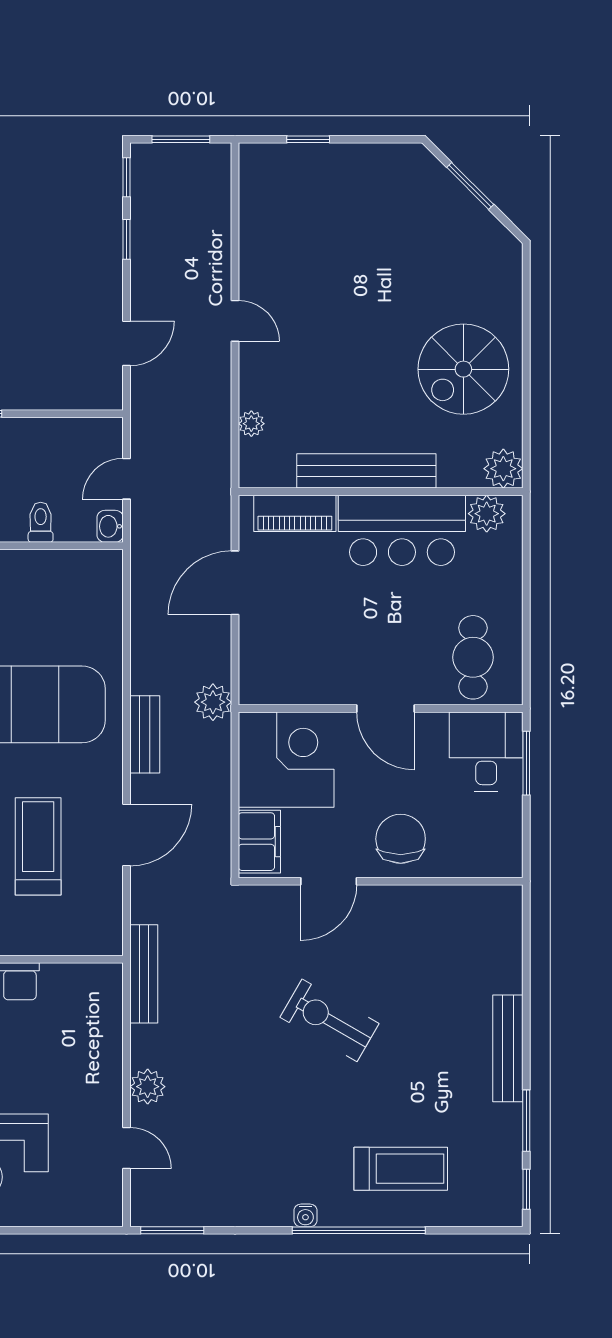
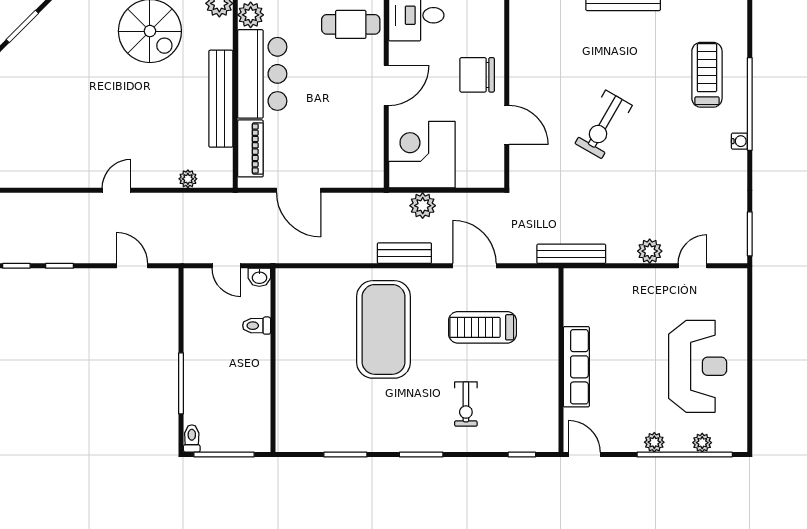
plant: (213, 702) -> (423, 206), moved
filing cabinet: (259, 842) -> (479, 173), removed

